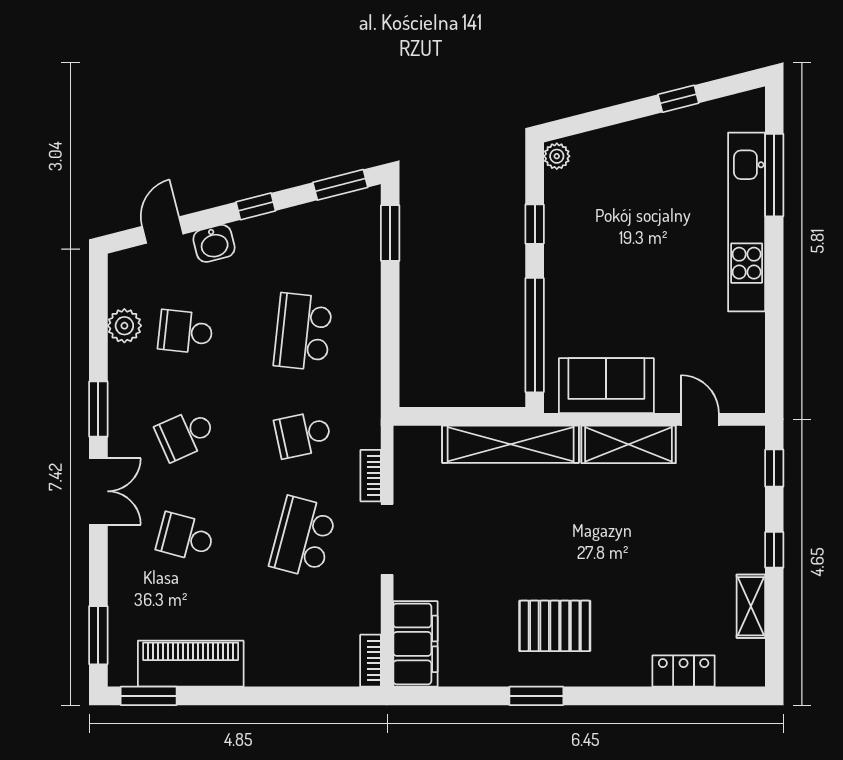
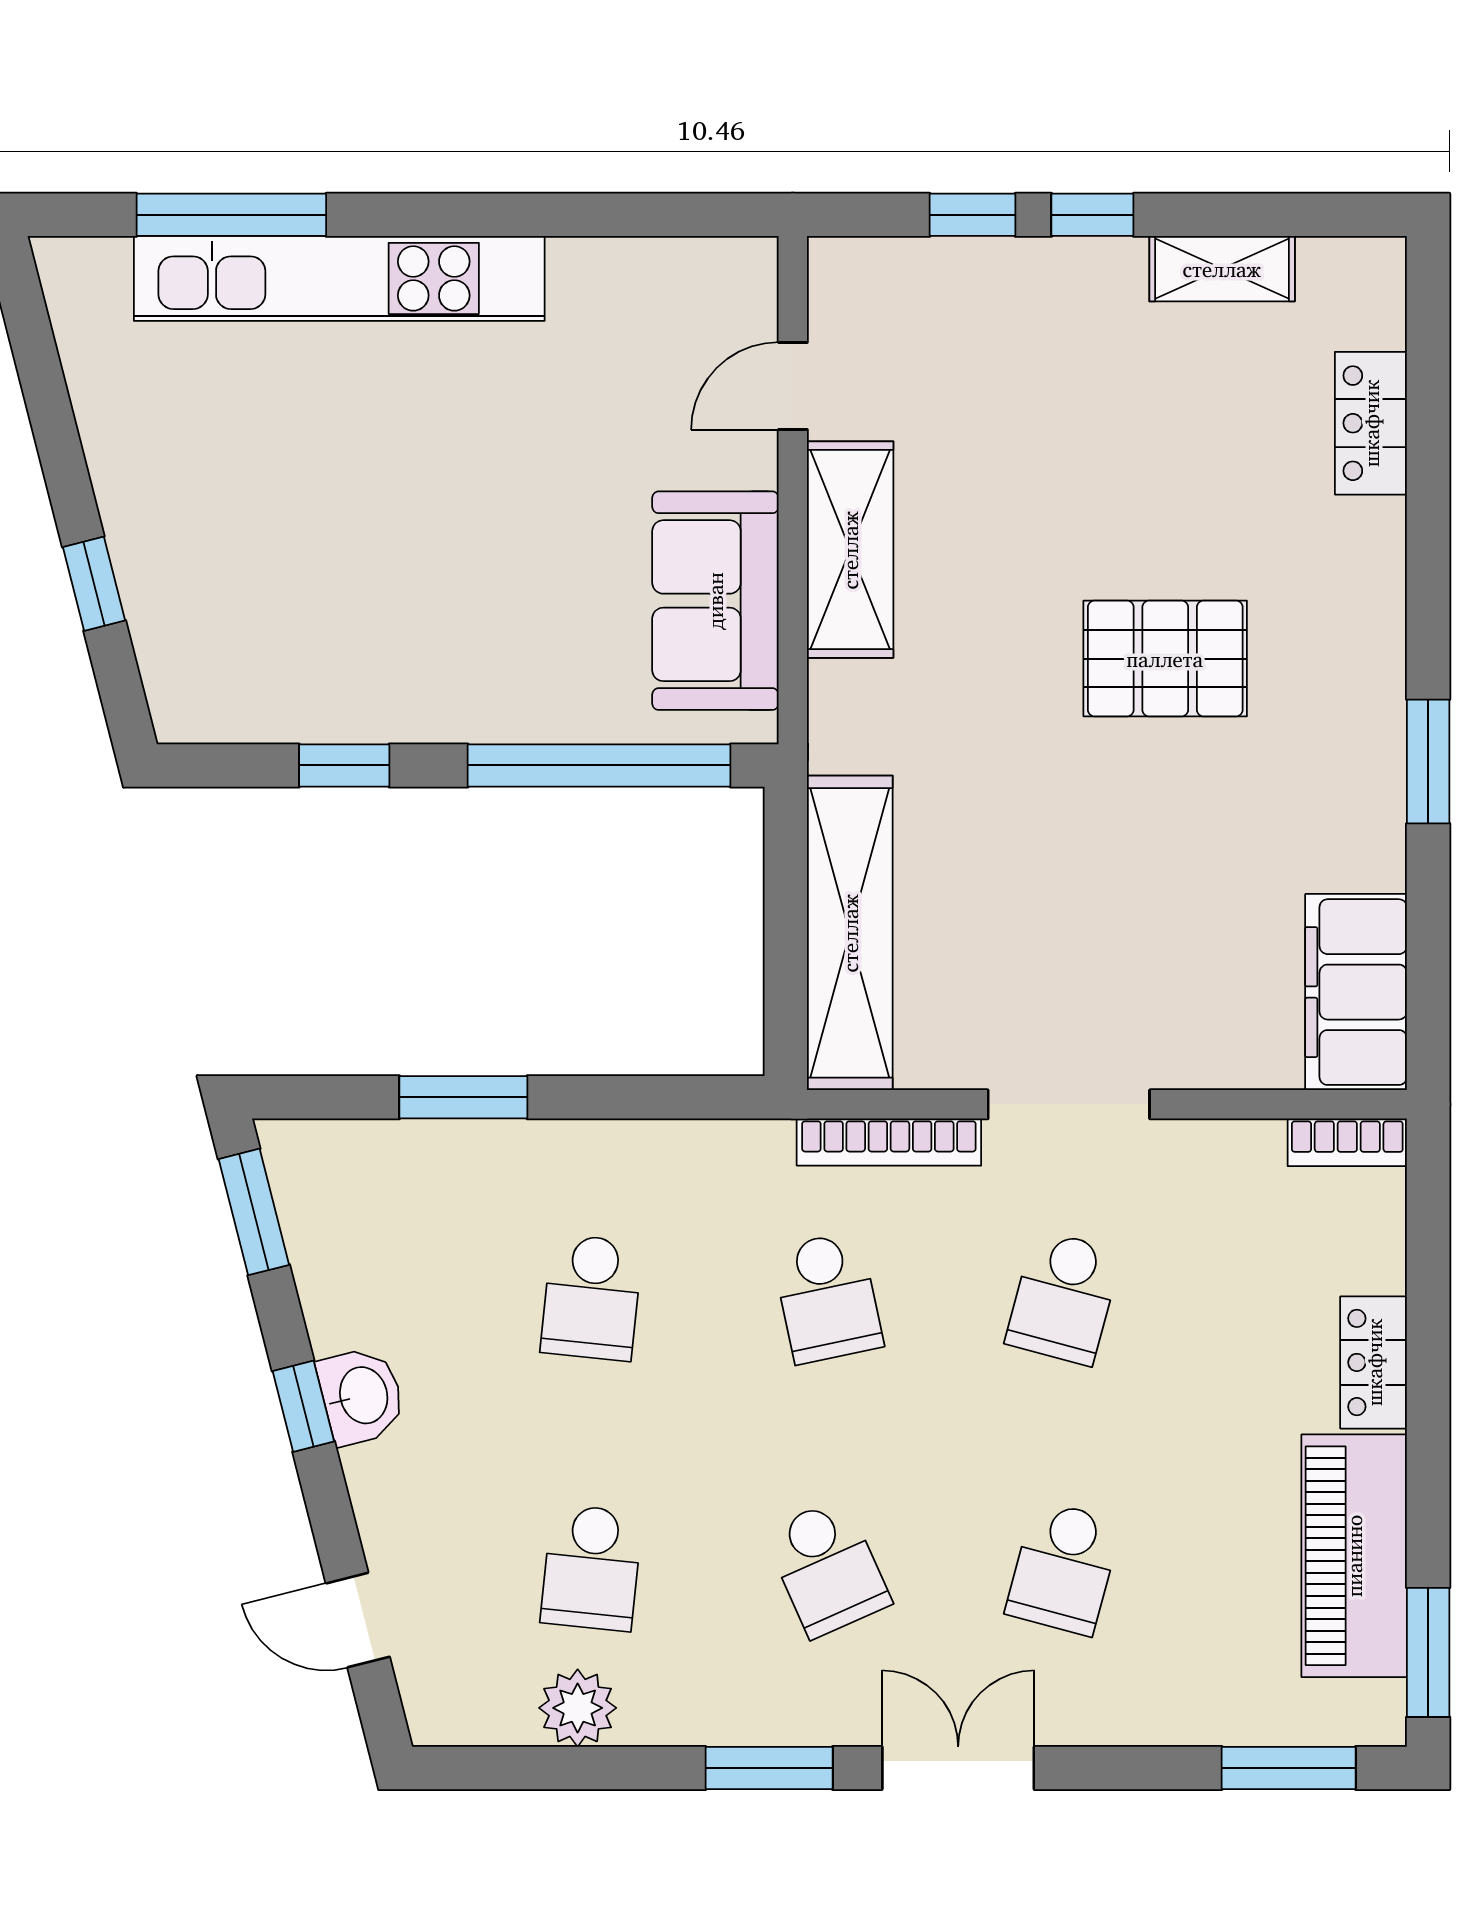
window: (678, 99) -> (94, 584), moved
plant: (557, 156) -> (188, 715), removed
window: (390, 233) -> (463, 1097), moved
washbasin: (214, 243) -> (361, 1396), moved
school desk: (303, 332) -> (591, 1298), width x0.54
shelving: (511, 444) -> (850, 933), moved
window: (774, 468) -> (973, 215), moved
bookcase: (371, 476) -> (889, 1142), width x1.56
school desk: (303, 537) -> (1063, 1298), width x0.54
pallet: (555, 626) -> (1165, 659), moved, turned 90
filing cabinet: (415, 644) -> (1356, 992), moved, turned -90
locker: (275, 672) -> (1374, 1362), added

